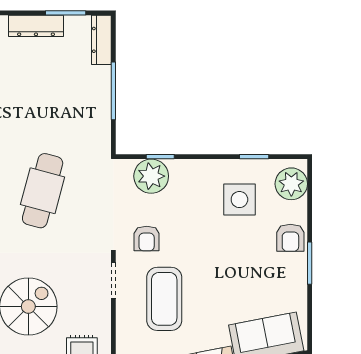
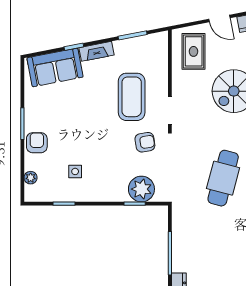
plant: (291, 184) -> (31, 178), width x0.53, depth x0.53
side table: (239, 200) -> (75, 171), width x0.54, depth x0.54
armchair: (147, 238) -> (145, 142), turned 81

